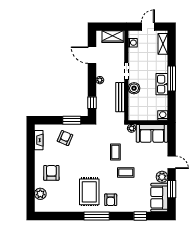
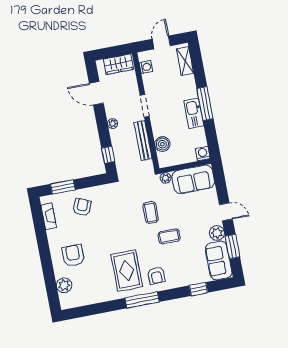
boiler: (134, 88) -> (162, 144), moved
window: (72, 120) -> (63, 187), moved

